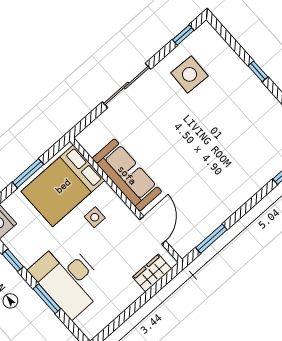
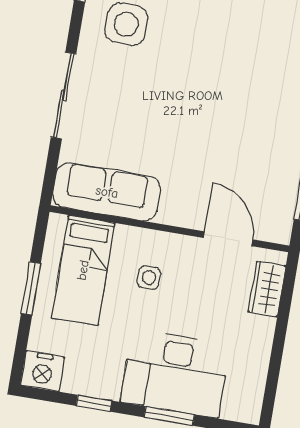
sofa: (127, 175) -> (107, 192), moved
bed: (63, 186) -> (83, 270), width x0.67

